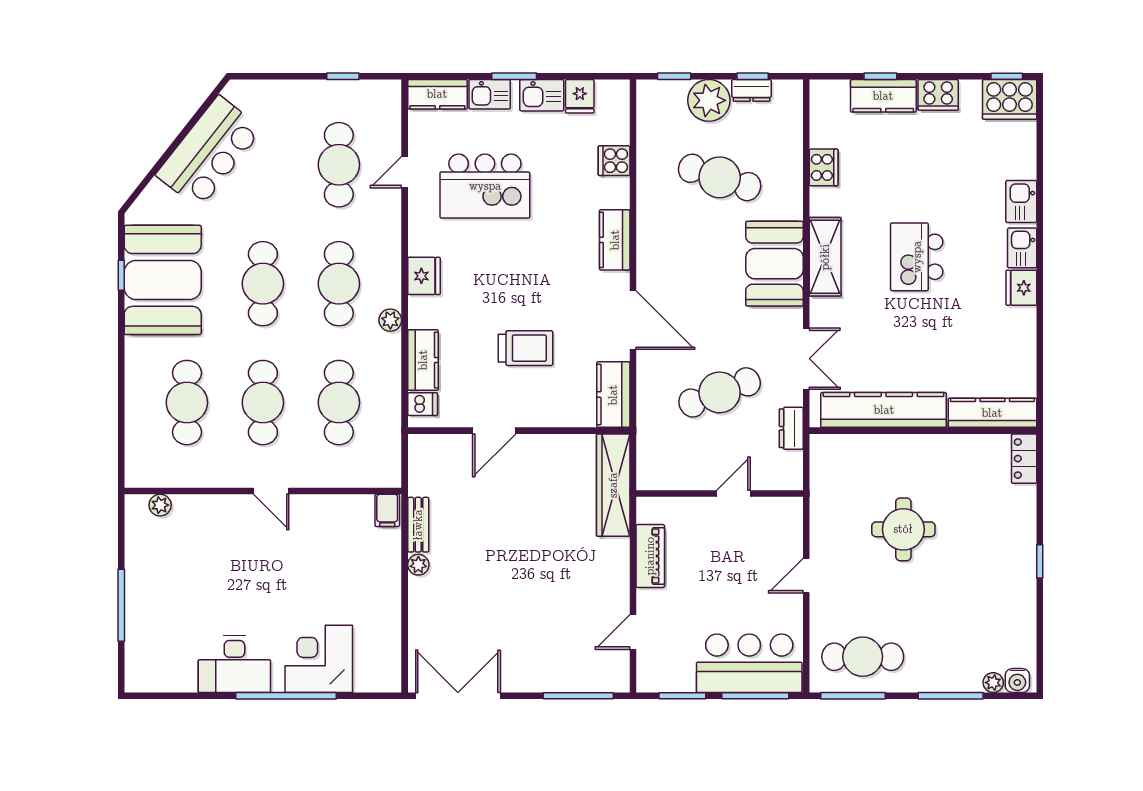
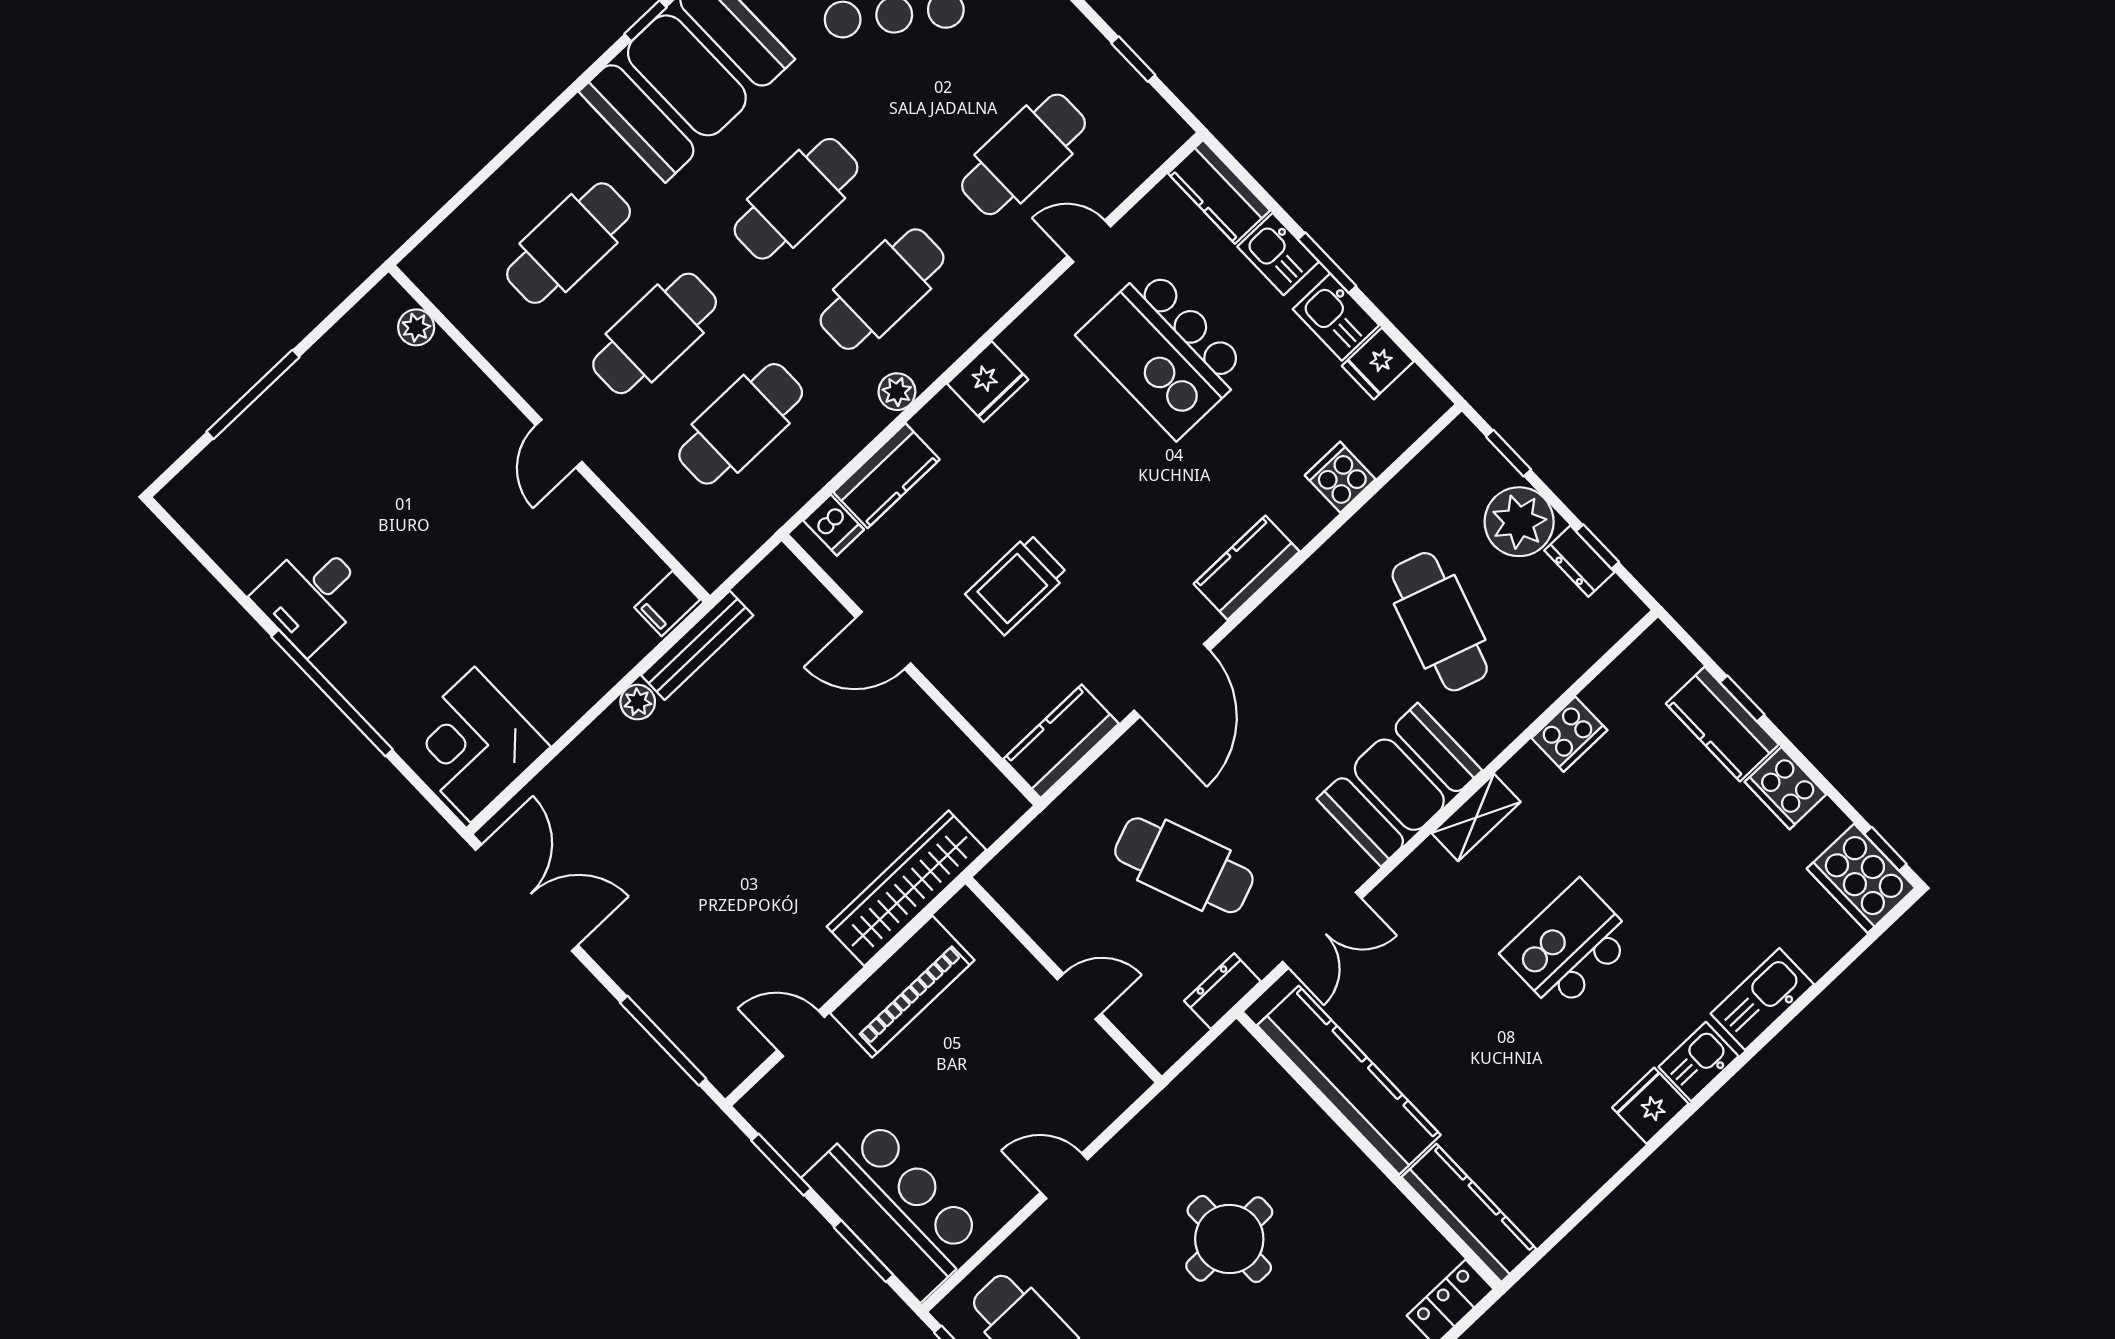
kitchen sink: (1021, 202) -> (1762, 999), width x1.38
shelving: (825, 257) -> (1476, 817), width x0.67, depth x0.75
trolley: (526, 348) -> (1017, 584), turned 90
wardrobe: (613, 485) -> (906, 888), moved
bench: (418, 525) -> (697, 645), width x1.36
piano: (650, 556) -> (902, 987), width x1.37, depth x1.33
corner desk: (319, 659) -> (473, 745), moved, turned -90
desk: (234, 664) -> (311, 596), width x0.73
window: (755, 696) -> (864, 1251), width x0.69

